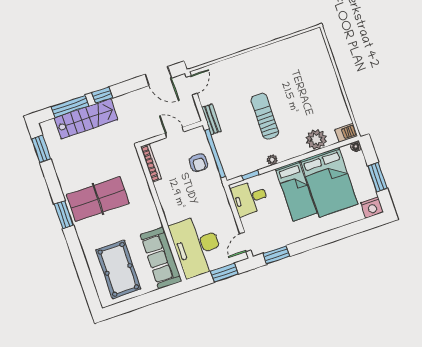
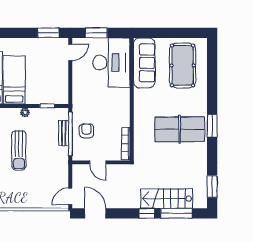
bench: (211, 119) -> (64, 133), moved
desk: (250, 198) -> (54, 87), removed

